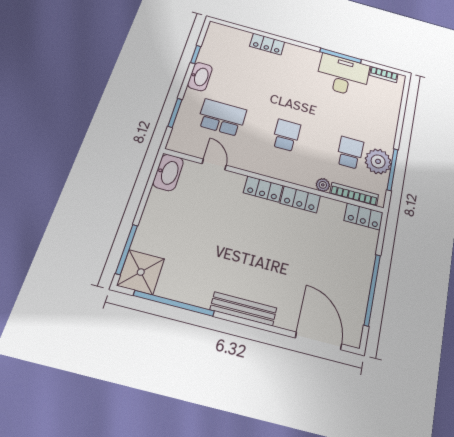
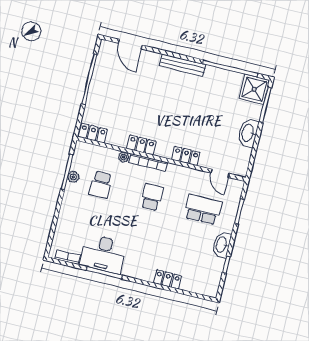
school desk: (222, 118) -> (203, 210), turned 180
school desk: (286, 135) -> (152, 197), turned 180
plant: (378, 161) -> (73, 177), width x0.53, depth x0.53
door: (214, 165) -> (220, 173), moved
washbasin: (168, 172) -> (248, 133), moved
locker: (263, 189) -> (186, 156), moved
bookcase: (354, 194) -> (148, 162), moved
door: (319, 341) -> (130, 44), width x0.73

